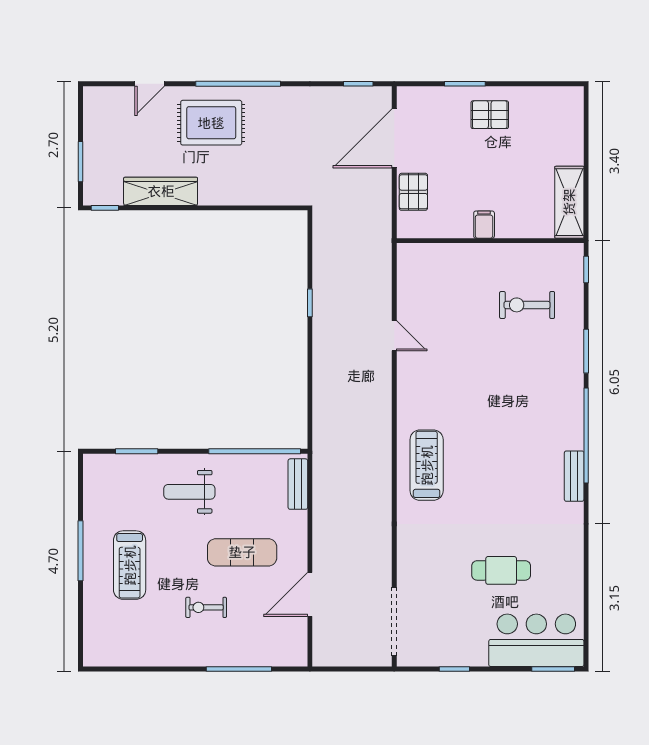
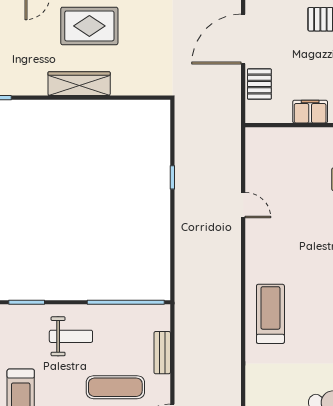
wardrobe: (161, 191) -> (79, 84), moved
filing cabinet: (484, 225) -> (310, 112), width x2.00
bench: (298, 484) -> (162, 353), moved
weight bench: (189, 492) -> (71, 336), turned 180

